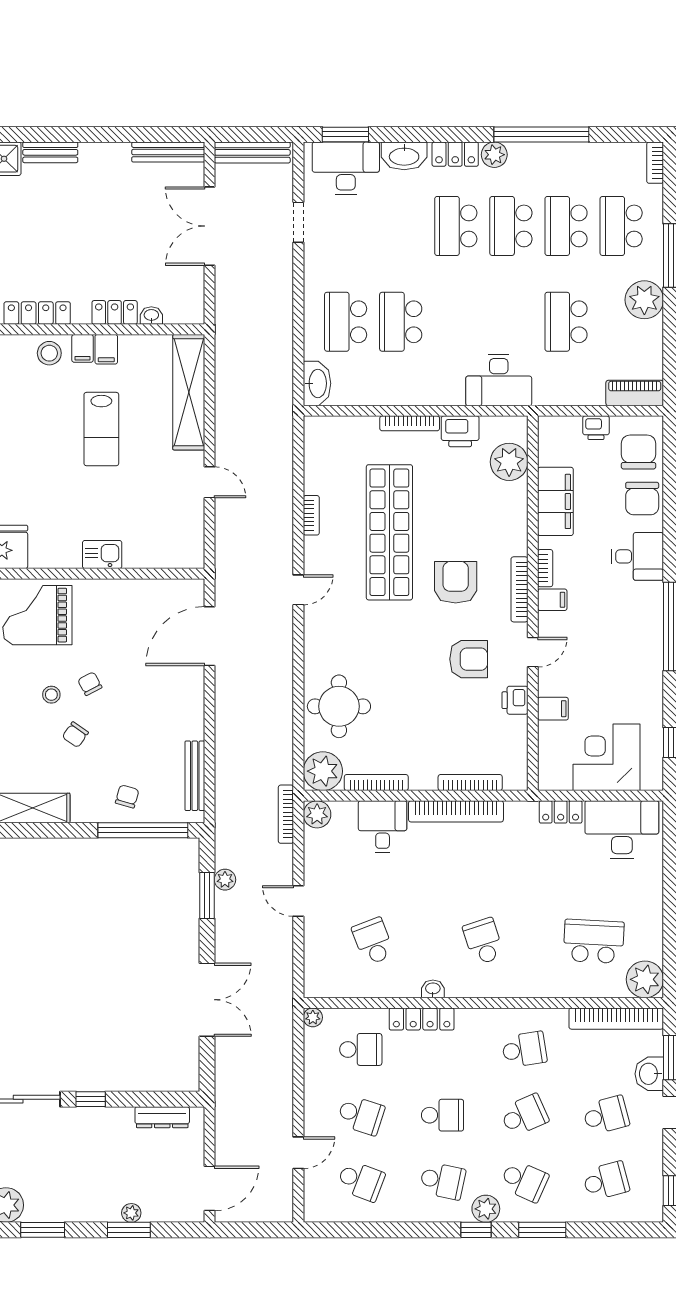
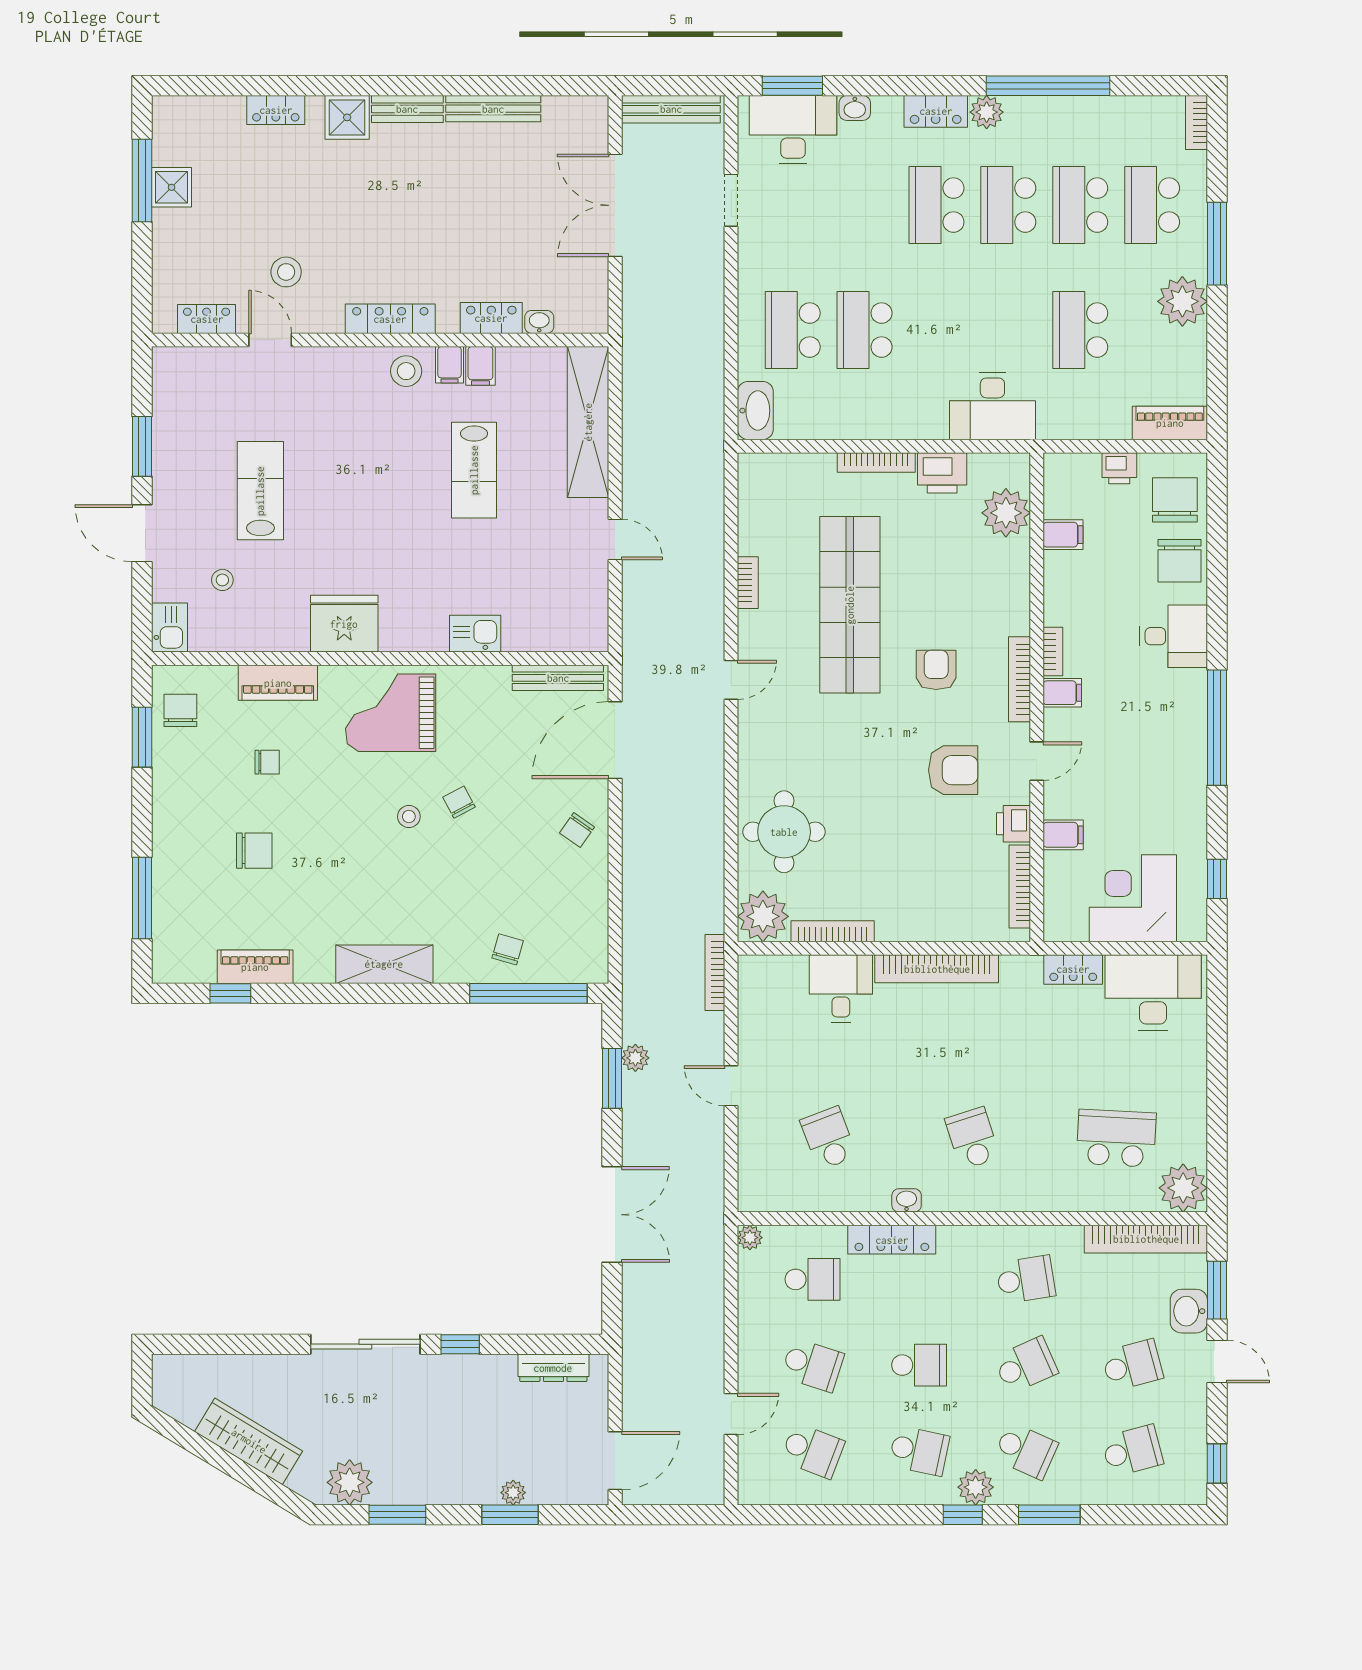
bench: (168, 152) -> (493, 109), moved
washbasin: (404, 156) -> (855, 108), width x0.52, depth x0.69
filing cabinet: (555, 501) -> (1063, 535), width x0.33, depth x0.86
armchair: (456, 582) -> (936, 670), width x0.72, depth x0.72
chair: (75, 735) -> (577, 830), moved
bench: (195, 776) -> (558, 678), moved, turned 90
bookcase: (470, 783) -> (1020, 886), moved, turned -90
plant: (317, 814) -> (755, 973), removed

